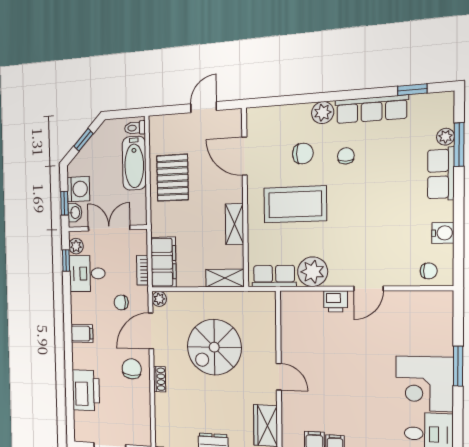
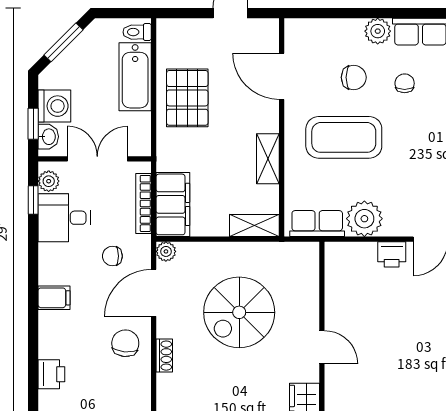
window: (83, 140) -> (64, 42), width x1.50
bookcase: (142, 270) -> (143, 203), width x1.56
printer: (86, 390) -> (51, 374), width x0.53, depth x0.68

